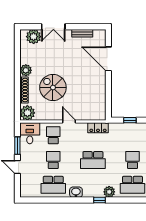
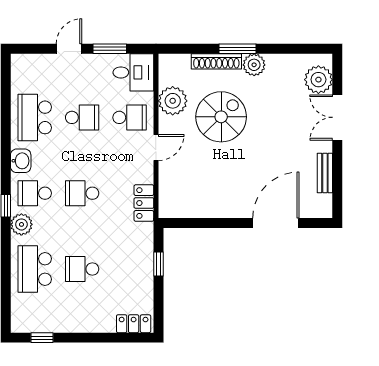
window: (17, 79) -> (237, 49), added
plant: (27, 113) -> (173, 101), moved
school desk: (93, 160) -> (82, 193), width x0.54
school desk: (132, 160) -> (82, 269), turned 180
school desk: (93, 185) -> (35, 193), added

